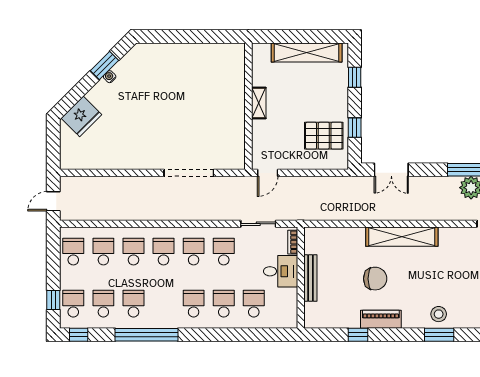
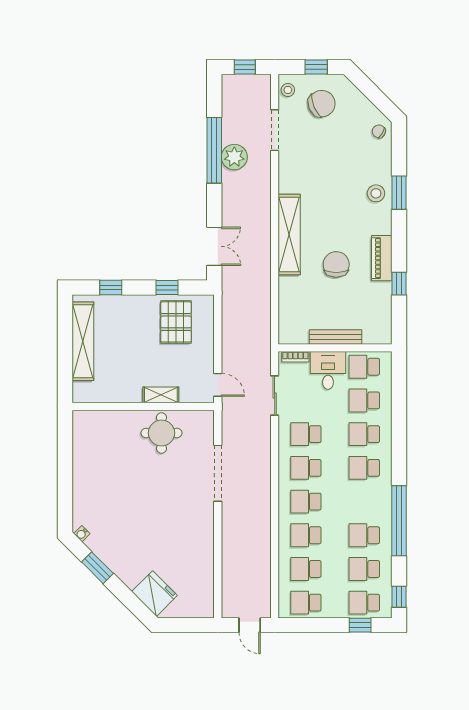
water cooler: (110, 77) -> (82, 534), moved
shelving: (259, 103) -> (161, 395), moved
round table: (225, 123) -> (161, 433), added
school desk: (284, 304) -> (364, 367), added

